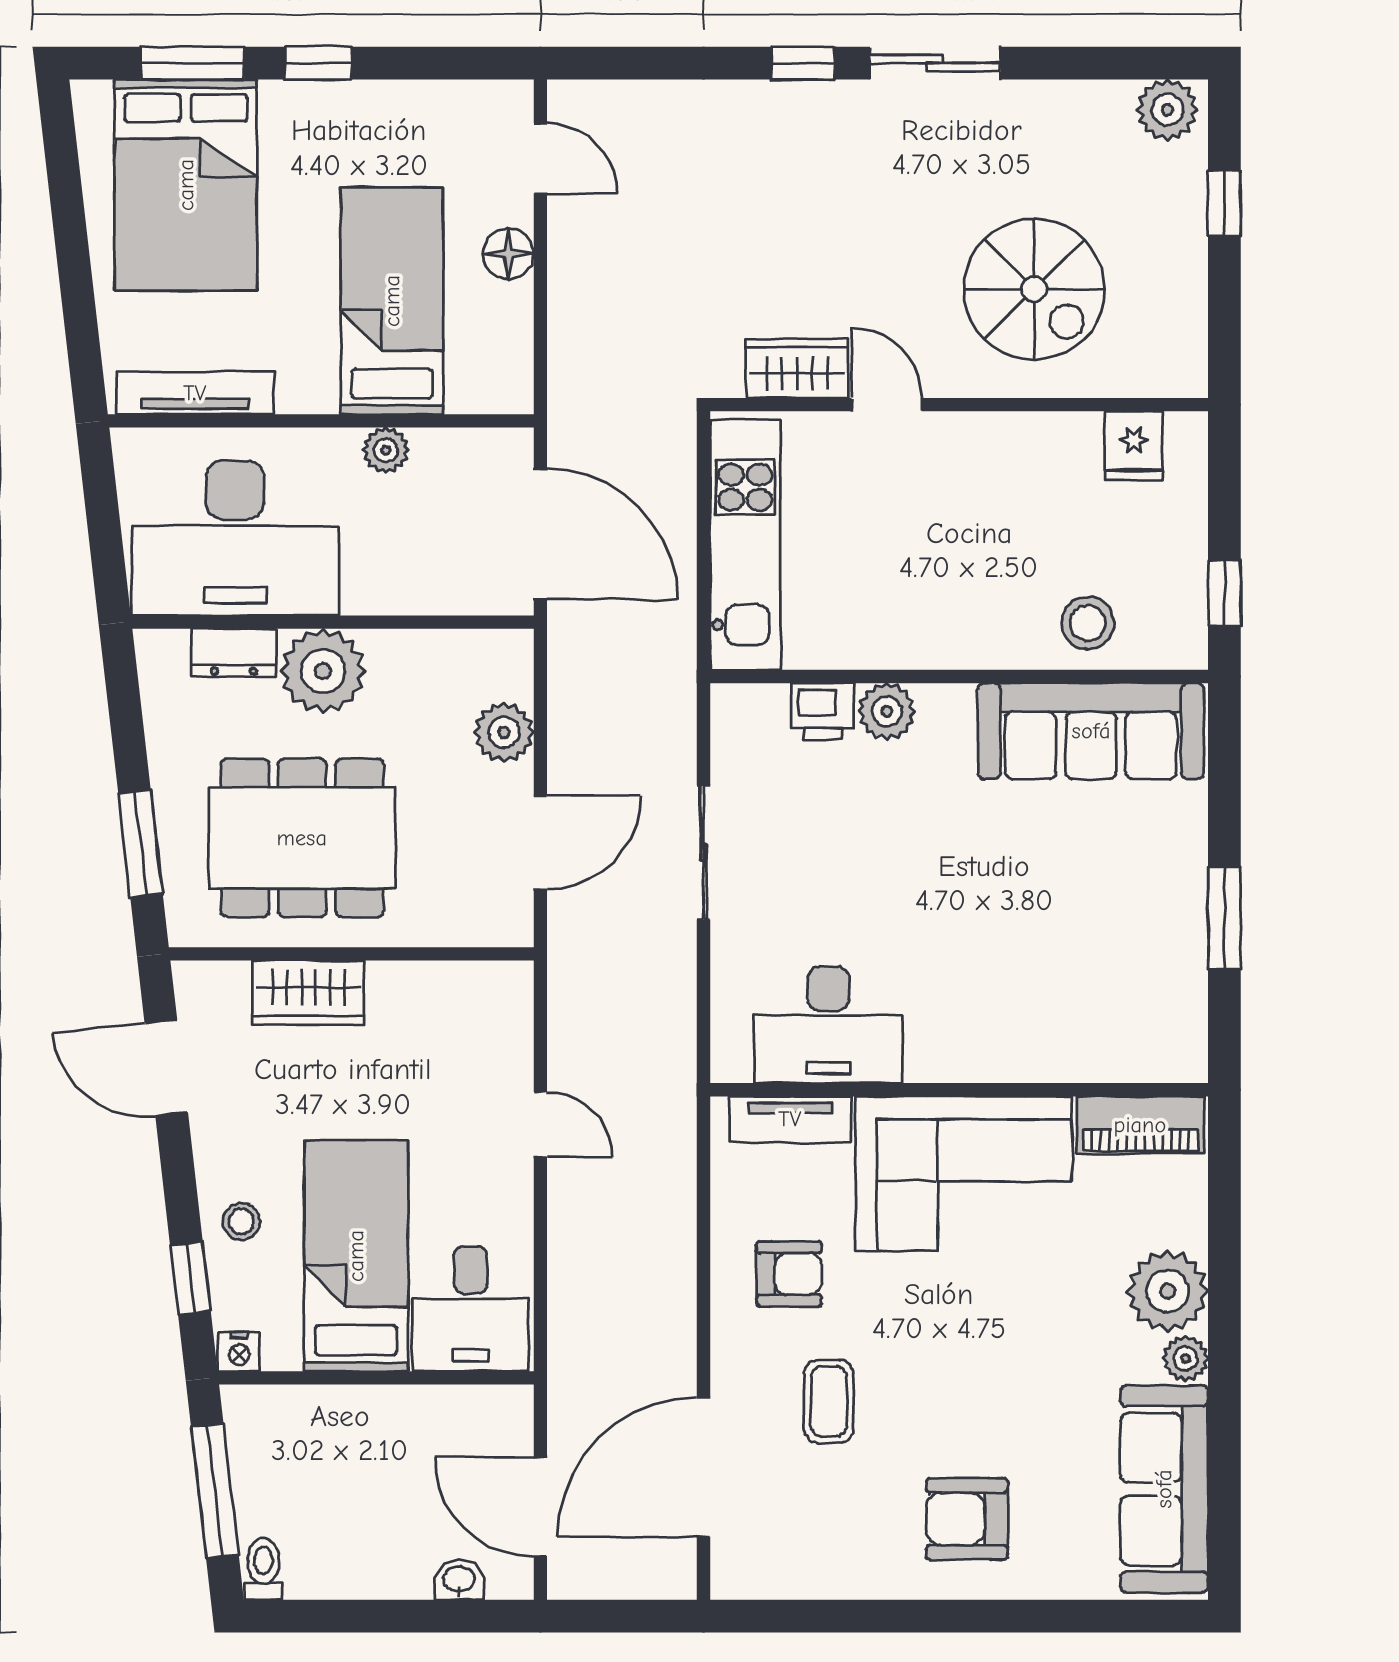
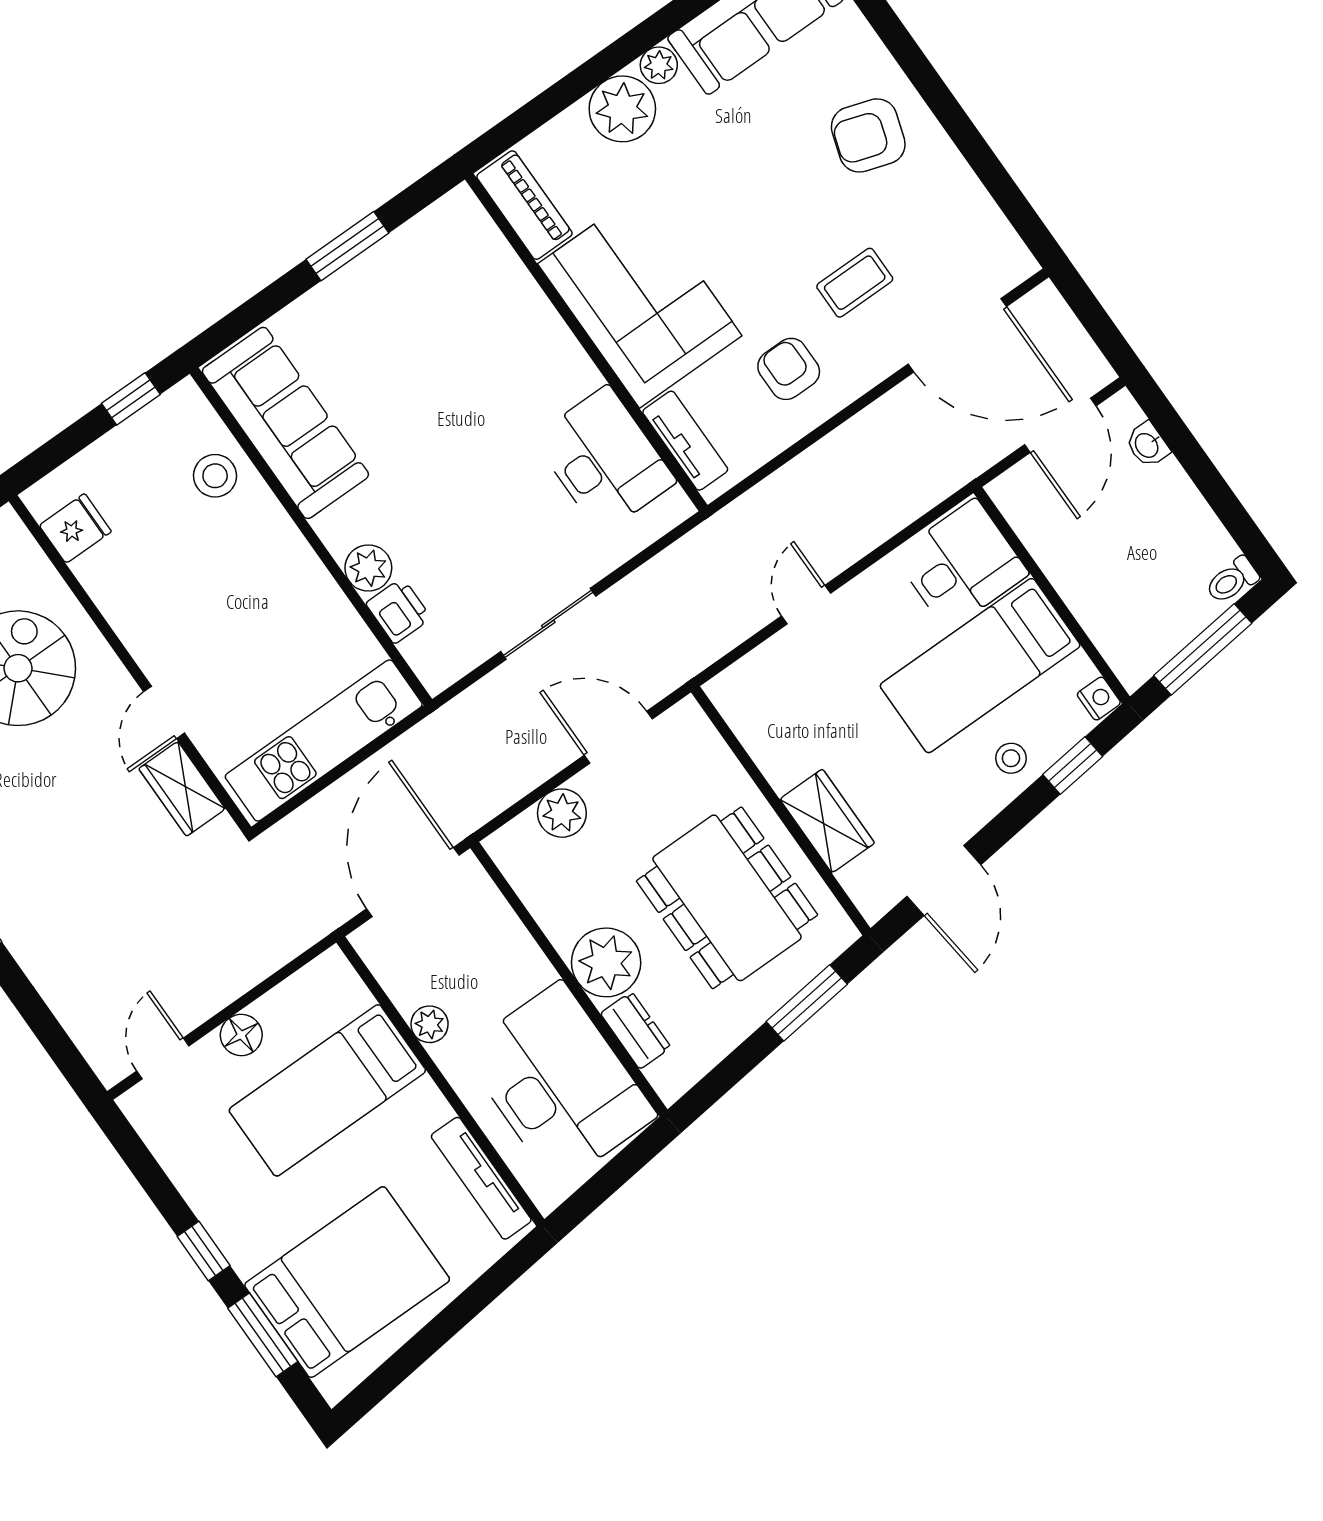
armchair: (967, 1519) -> (868, 135), turned 108

